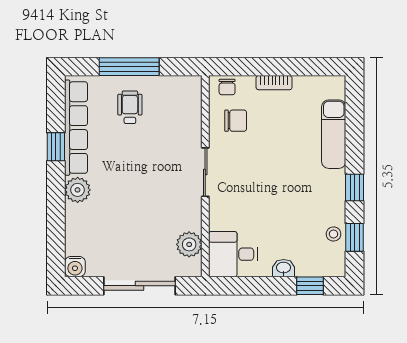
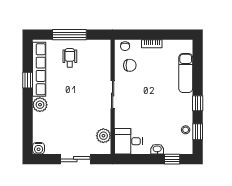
sliding door: (140, 286) -> (75, 159), width x0.73

